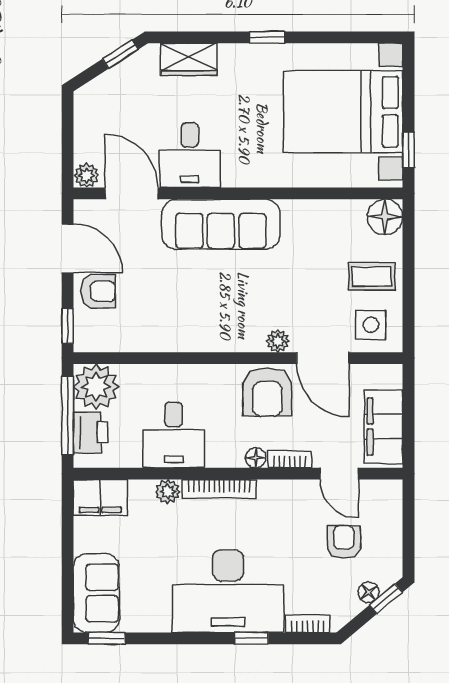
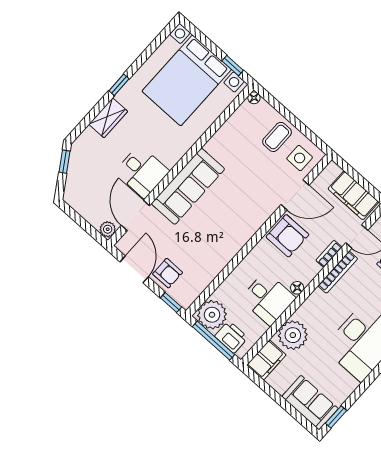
wardrobe: (189, 59) -> (108, 118), moved
door: (132, 193) -> (135, 216), hinge flipped
floor lamp: (385, 217) -> (254, 98), width x0.53, depth x0.53
door: (68, 248) -> (134, 269), hinge flipped
armchair: (98, 291) -> (168, 273), turned 90
plant: (278, 341) -> (268, 209), removed
floor lamp: (256, 458) -> (297, 288), moved
bookcase: (219, 489) -> (338, 272), moved
plant: (168, 492) -> (293, 335), width x1.88, depth x1.88

